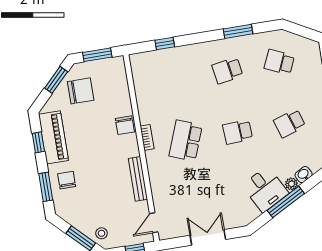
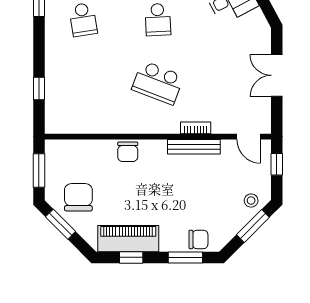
chair: (125, 125) -> (128, 152), turned 90
bookcase: (147, 137) -> (196, 128), moved
chair: (67, 180) -> (198, 239), moved, turned 180

